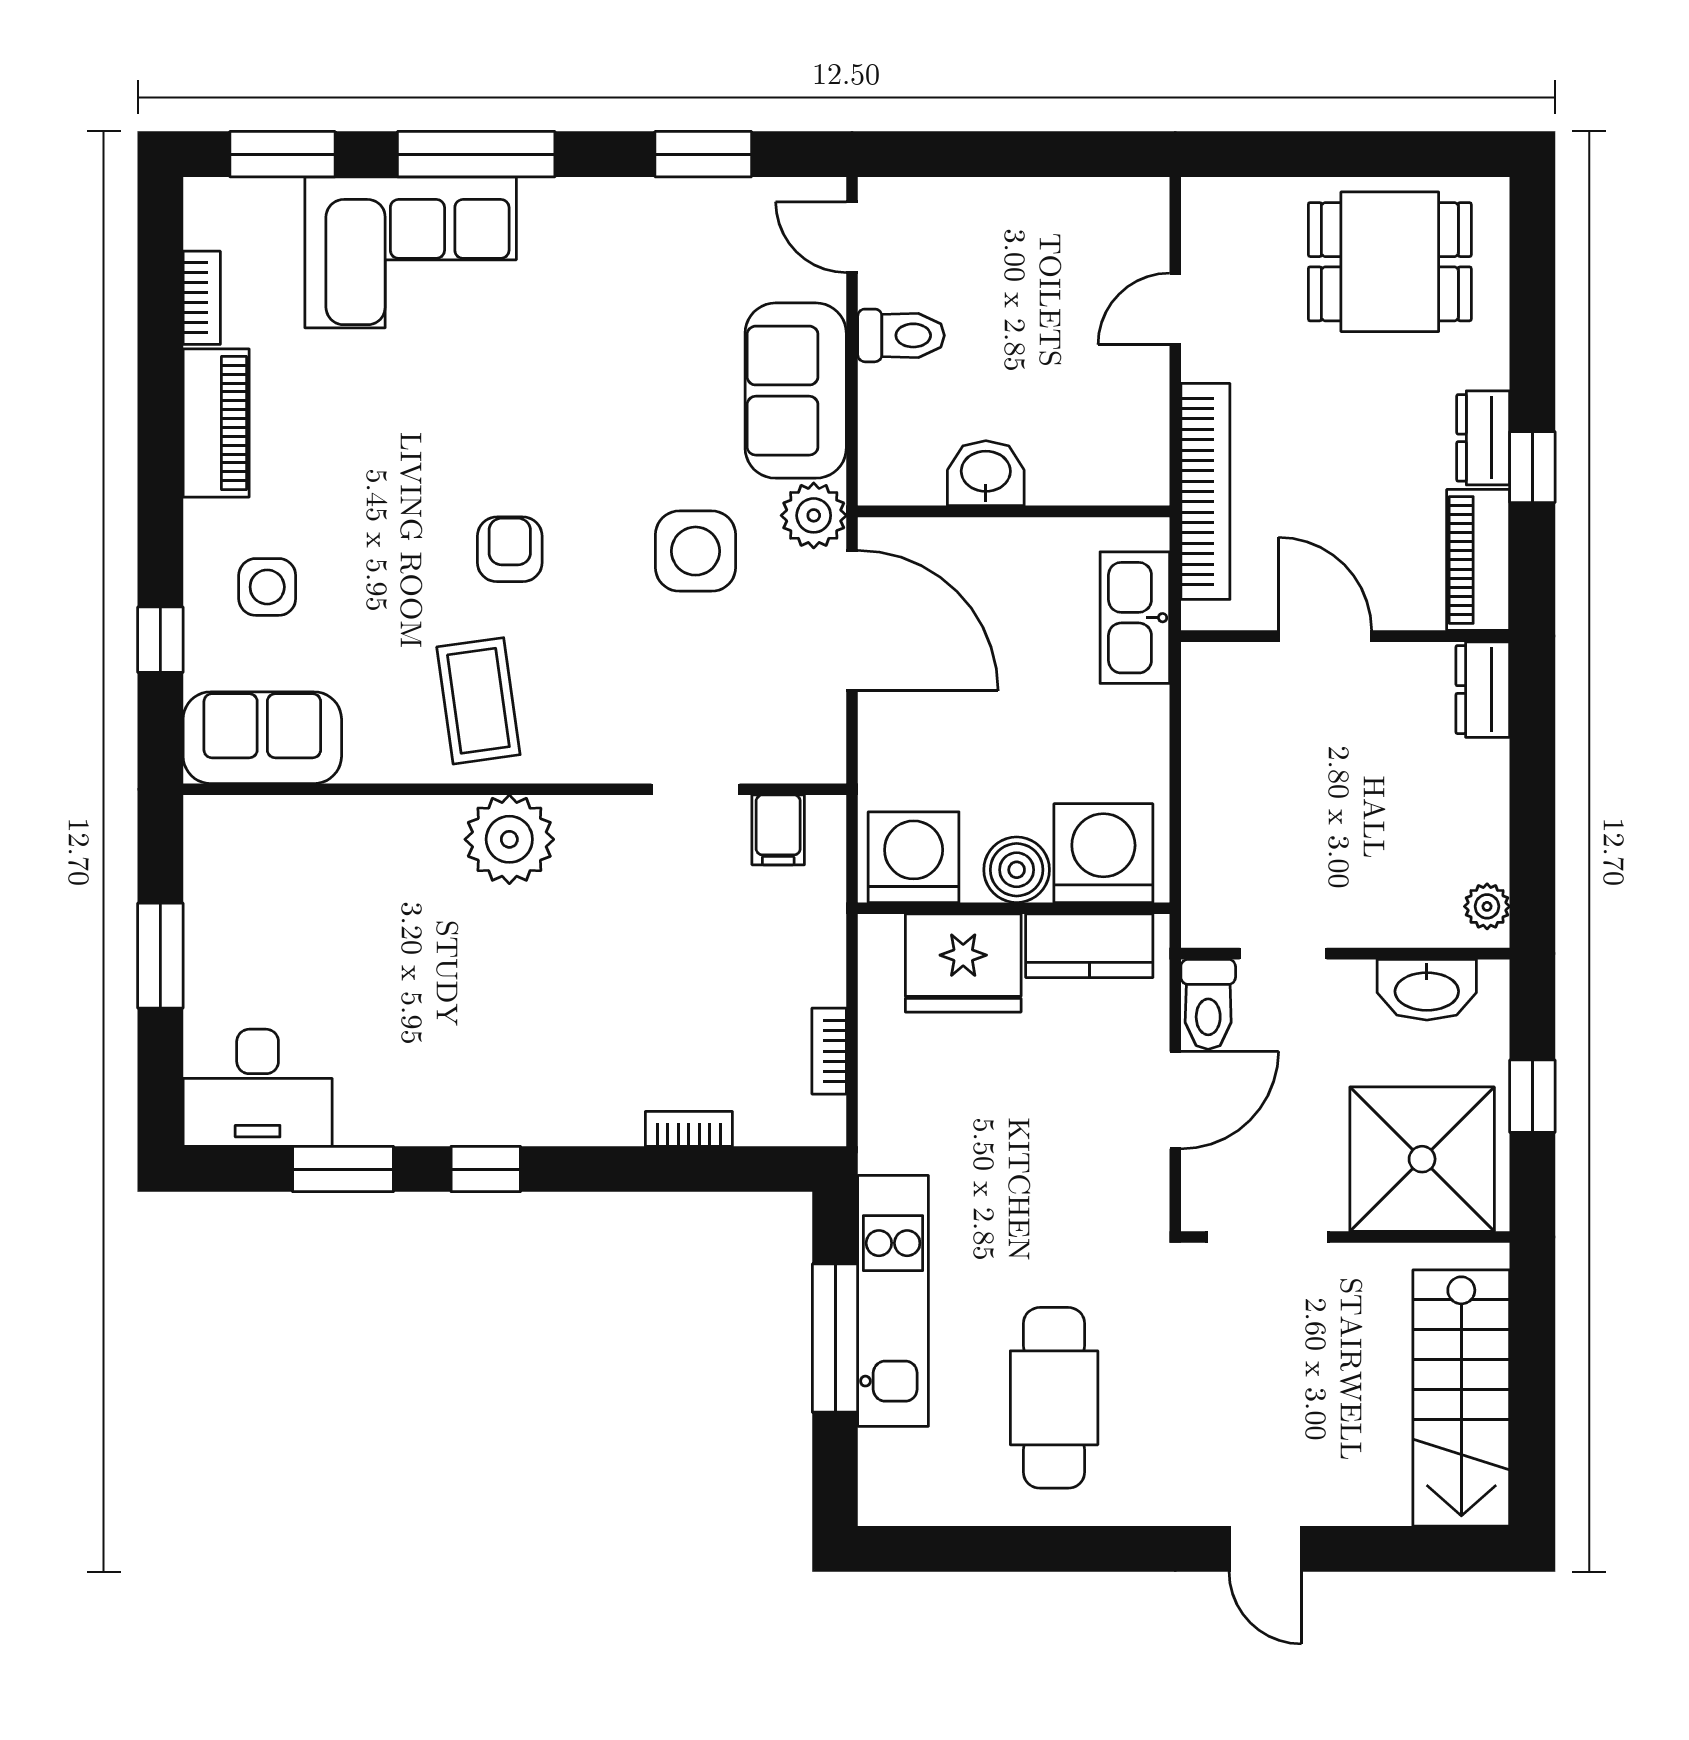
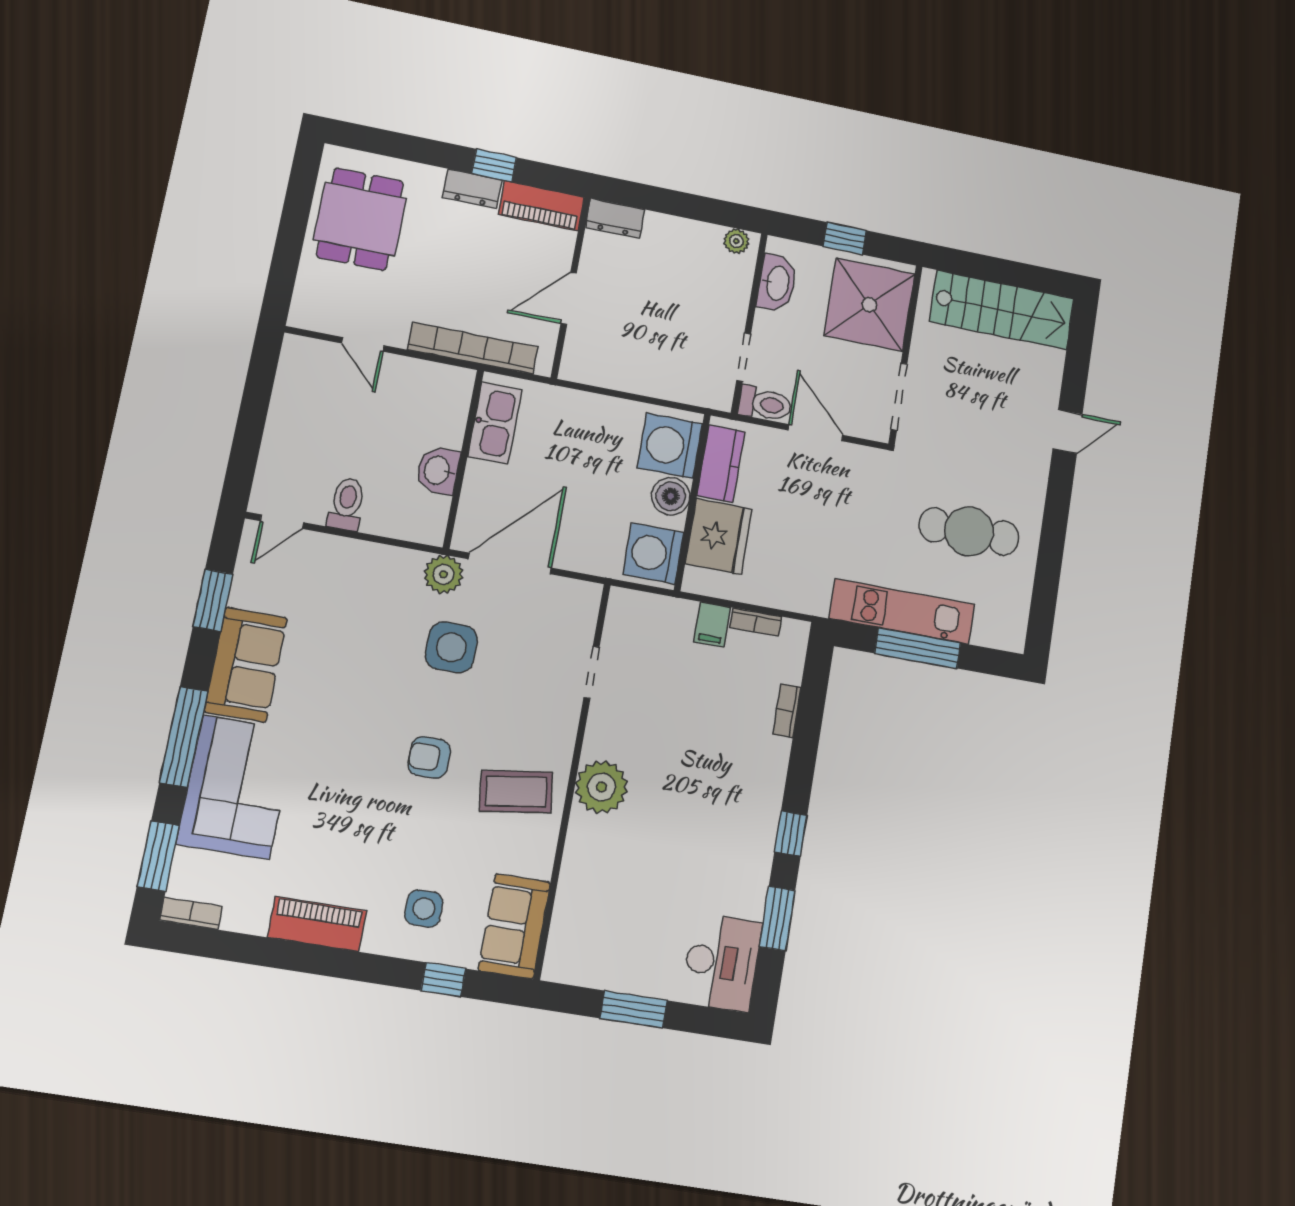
bookcase: (202, 298) -> (191, 913), moved
sofa: (796, 391) -> (246, 665), moved, turned -90
kitchen sink: (1135, 618) -> (495, 423), moved, turned -90
filing cabinet: (778, 830) -> (712, 625), moved, turned 90

